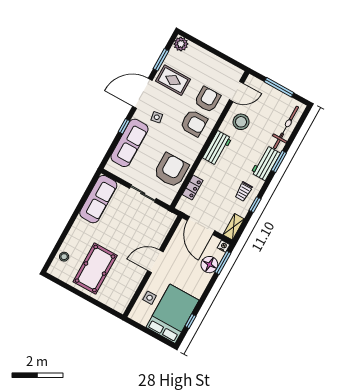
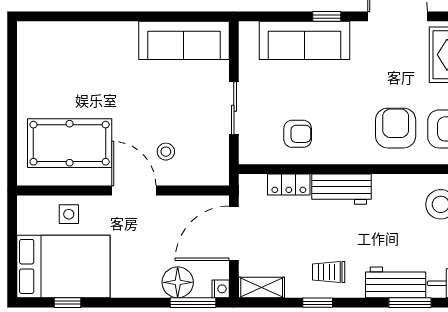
side table: (157, 117) -> (372, 62), removed
armchair: (194, 123) -> (396, 128), turned 180
workbench: (217, 148) -> (341, 189), moved
armchair: (171, 170) -> (298, 134), width x0.53, depth x0.53
stool: (64, 257) -> (166, 152), moved
pool table: (95, 269) -> (70, 143), moved

